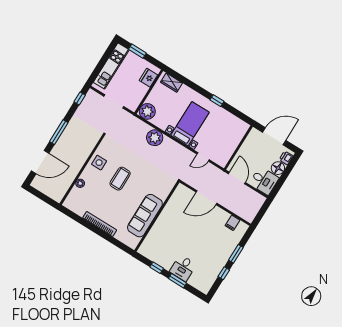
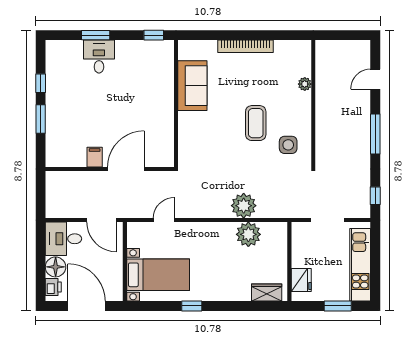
plant: (147, 111) -> (248, 234), moved
bed with nightstands: (190, 124) -> (158, 275), moved, turned -90
door: (274, 136) -> (87, 306), swing flipped
door: (40, 162) -> (375, 79), width x0.53
side table: (99, 163) -> (288, 145), moved
sofa: (145, 216) -> (192, 86), width x0.73
filing cabinet: (232, 223) -> (95, 157), moved
window: (157, 268) -> (154, 35), moved

